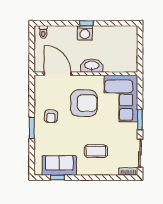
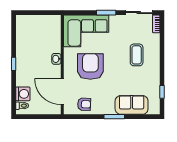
washing machine: (85, 33) -> (23, 94), moved
washbasin: (92, 66) -> (56, 59), width x0.52, depth x0.69
door: (58, 74) -> (62, 92), hinge flipped
armchair: (51, 116) -> (84, 104), moved
sofa: (59, 165) -> (132, 105), moved, turned 90

